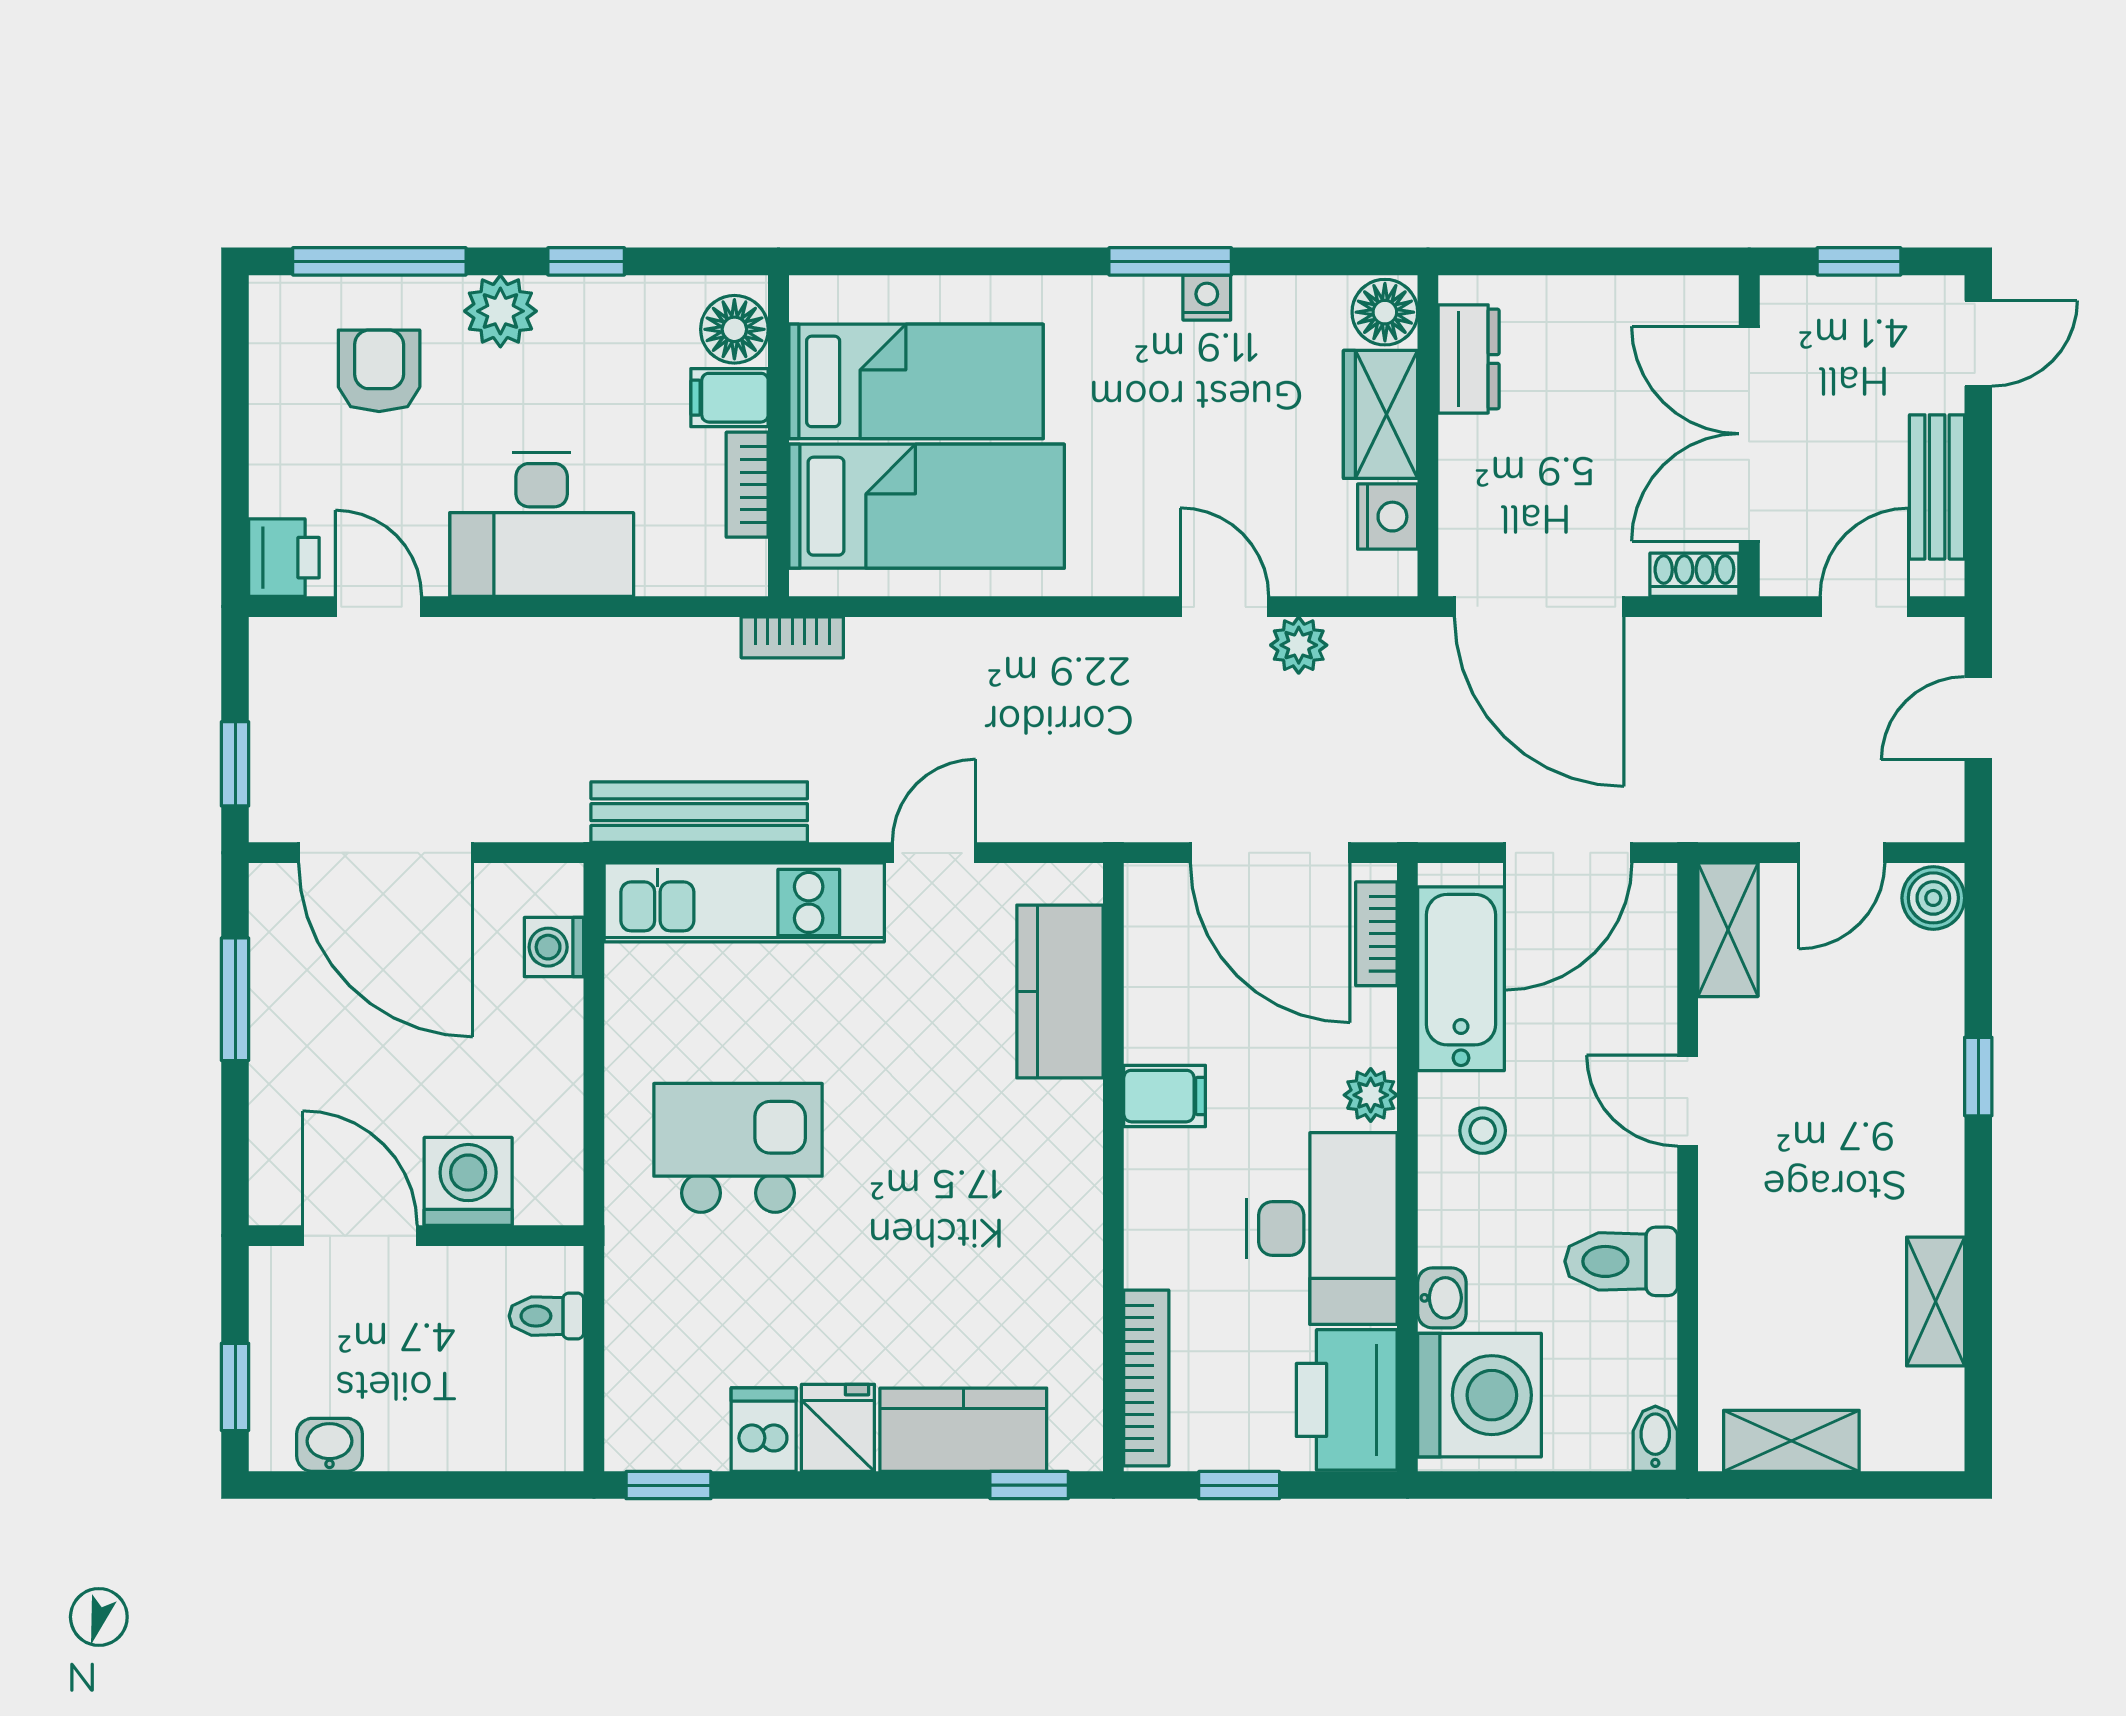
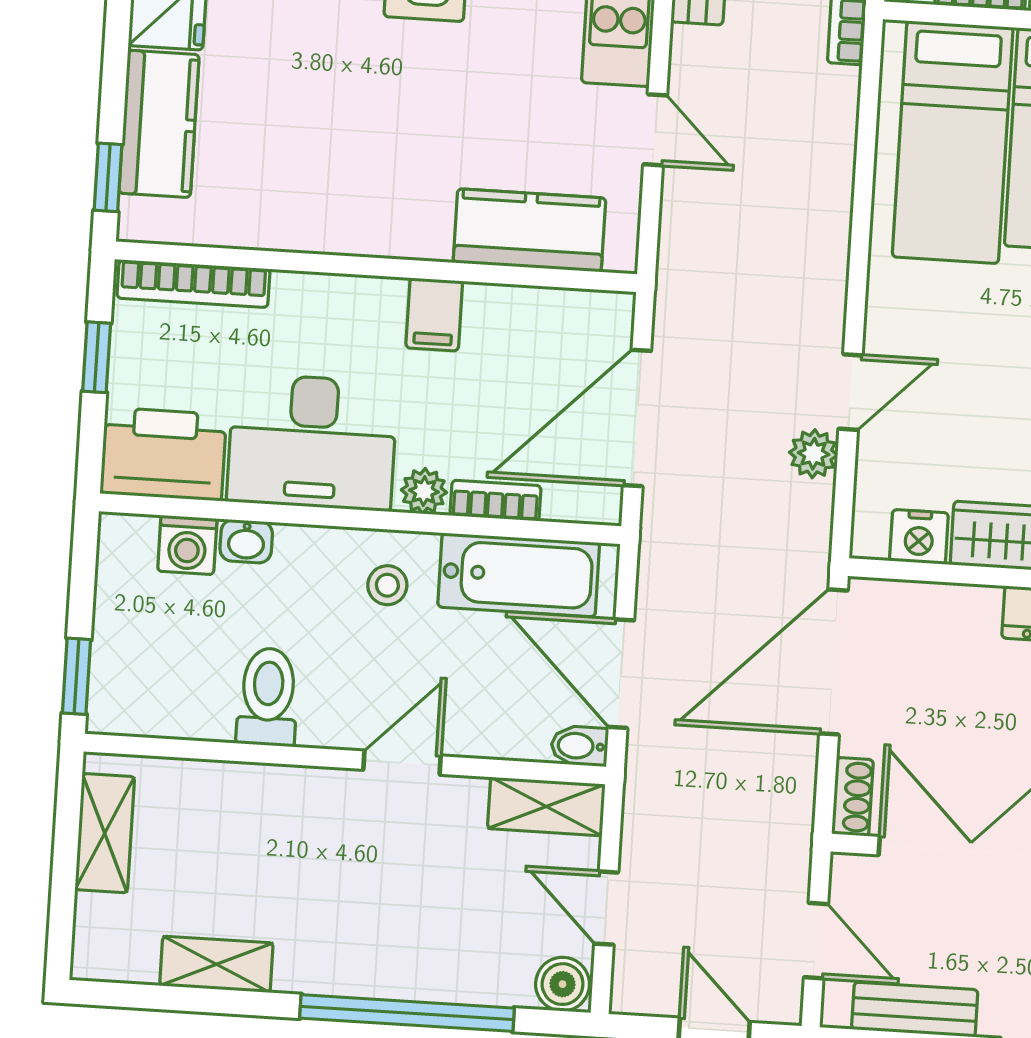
bookcase: (1376, 934) -> (496, 501), moved
window: (1978, 1077) -> (407, 1013), width x3.17
washing machine: (1480, 1395) -> (187, 545), width x0.53, depth x0.53
bidet: (1655, 1439) -> (580, 746), moved, turned 180
window: (1611, 1485) -> (77, 676), added

